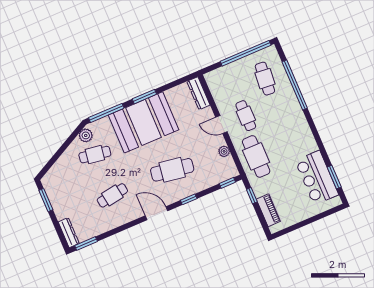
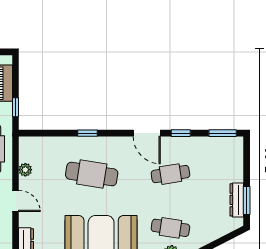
window: (227, 183) -> (181, 133), moved
door: (156, 213) -> (147, 133), moved
dresser: (69, 233) -> (237, 200), moved

